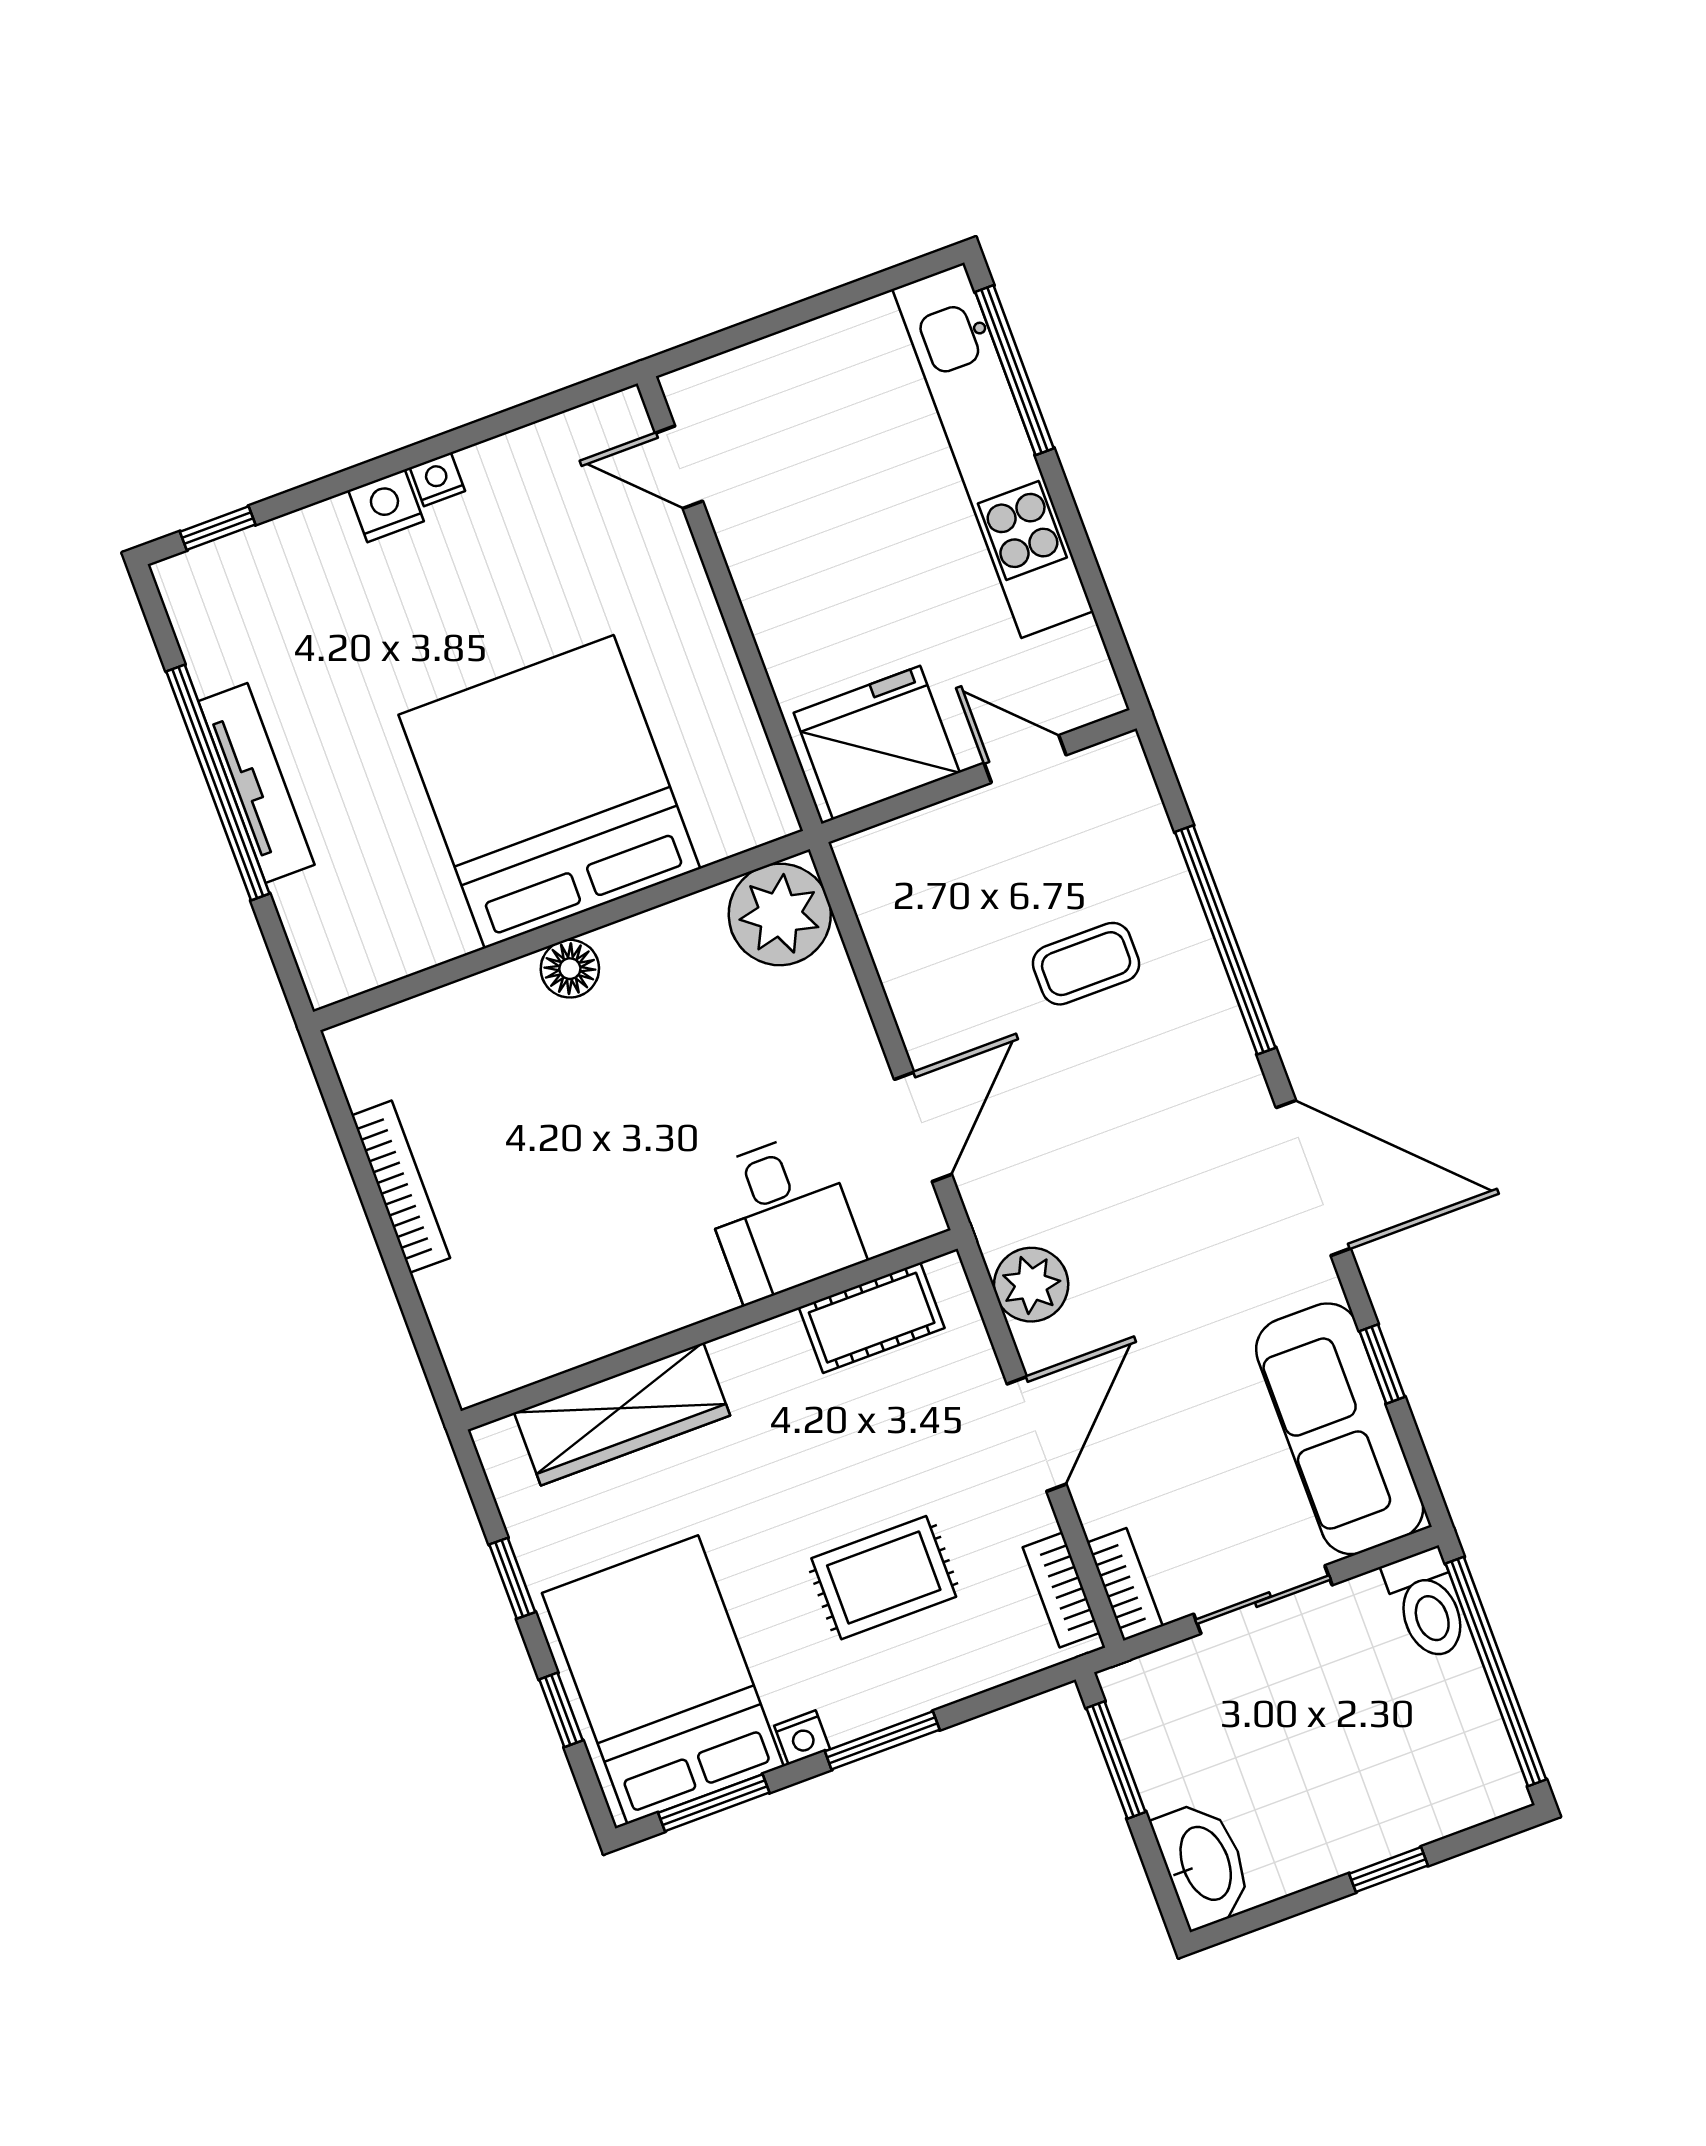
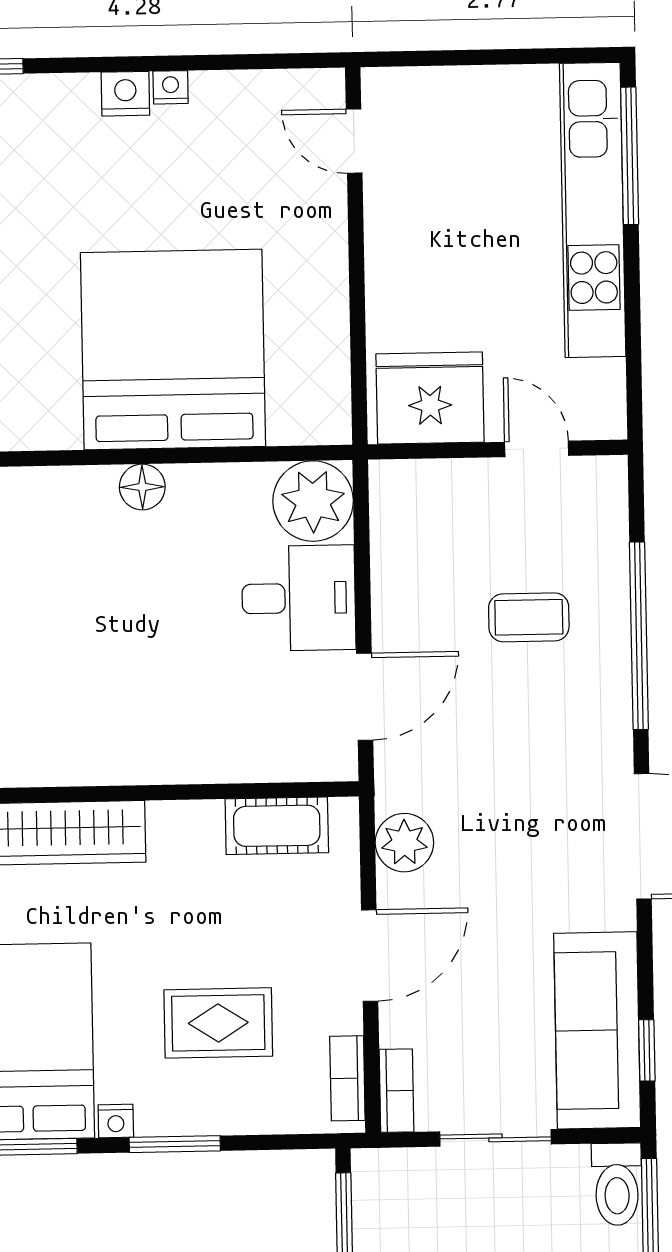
desk: (781, 1217) -> (299, 598), moved, turned -90
window: (1382, 1364) -> (647, 1050), moved

